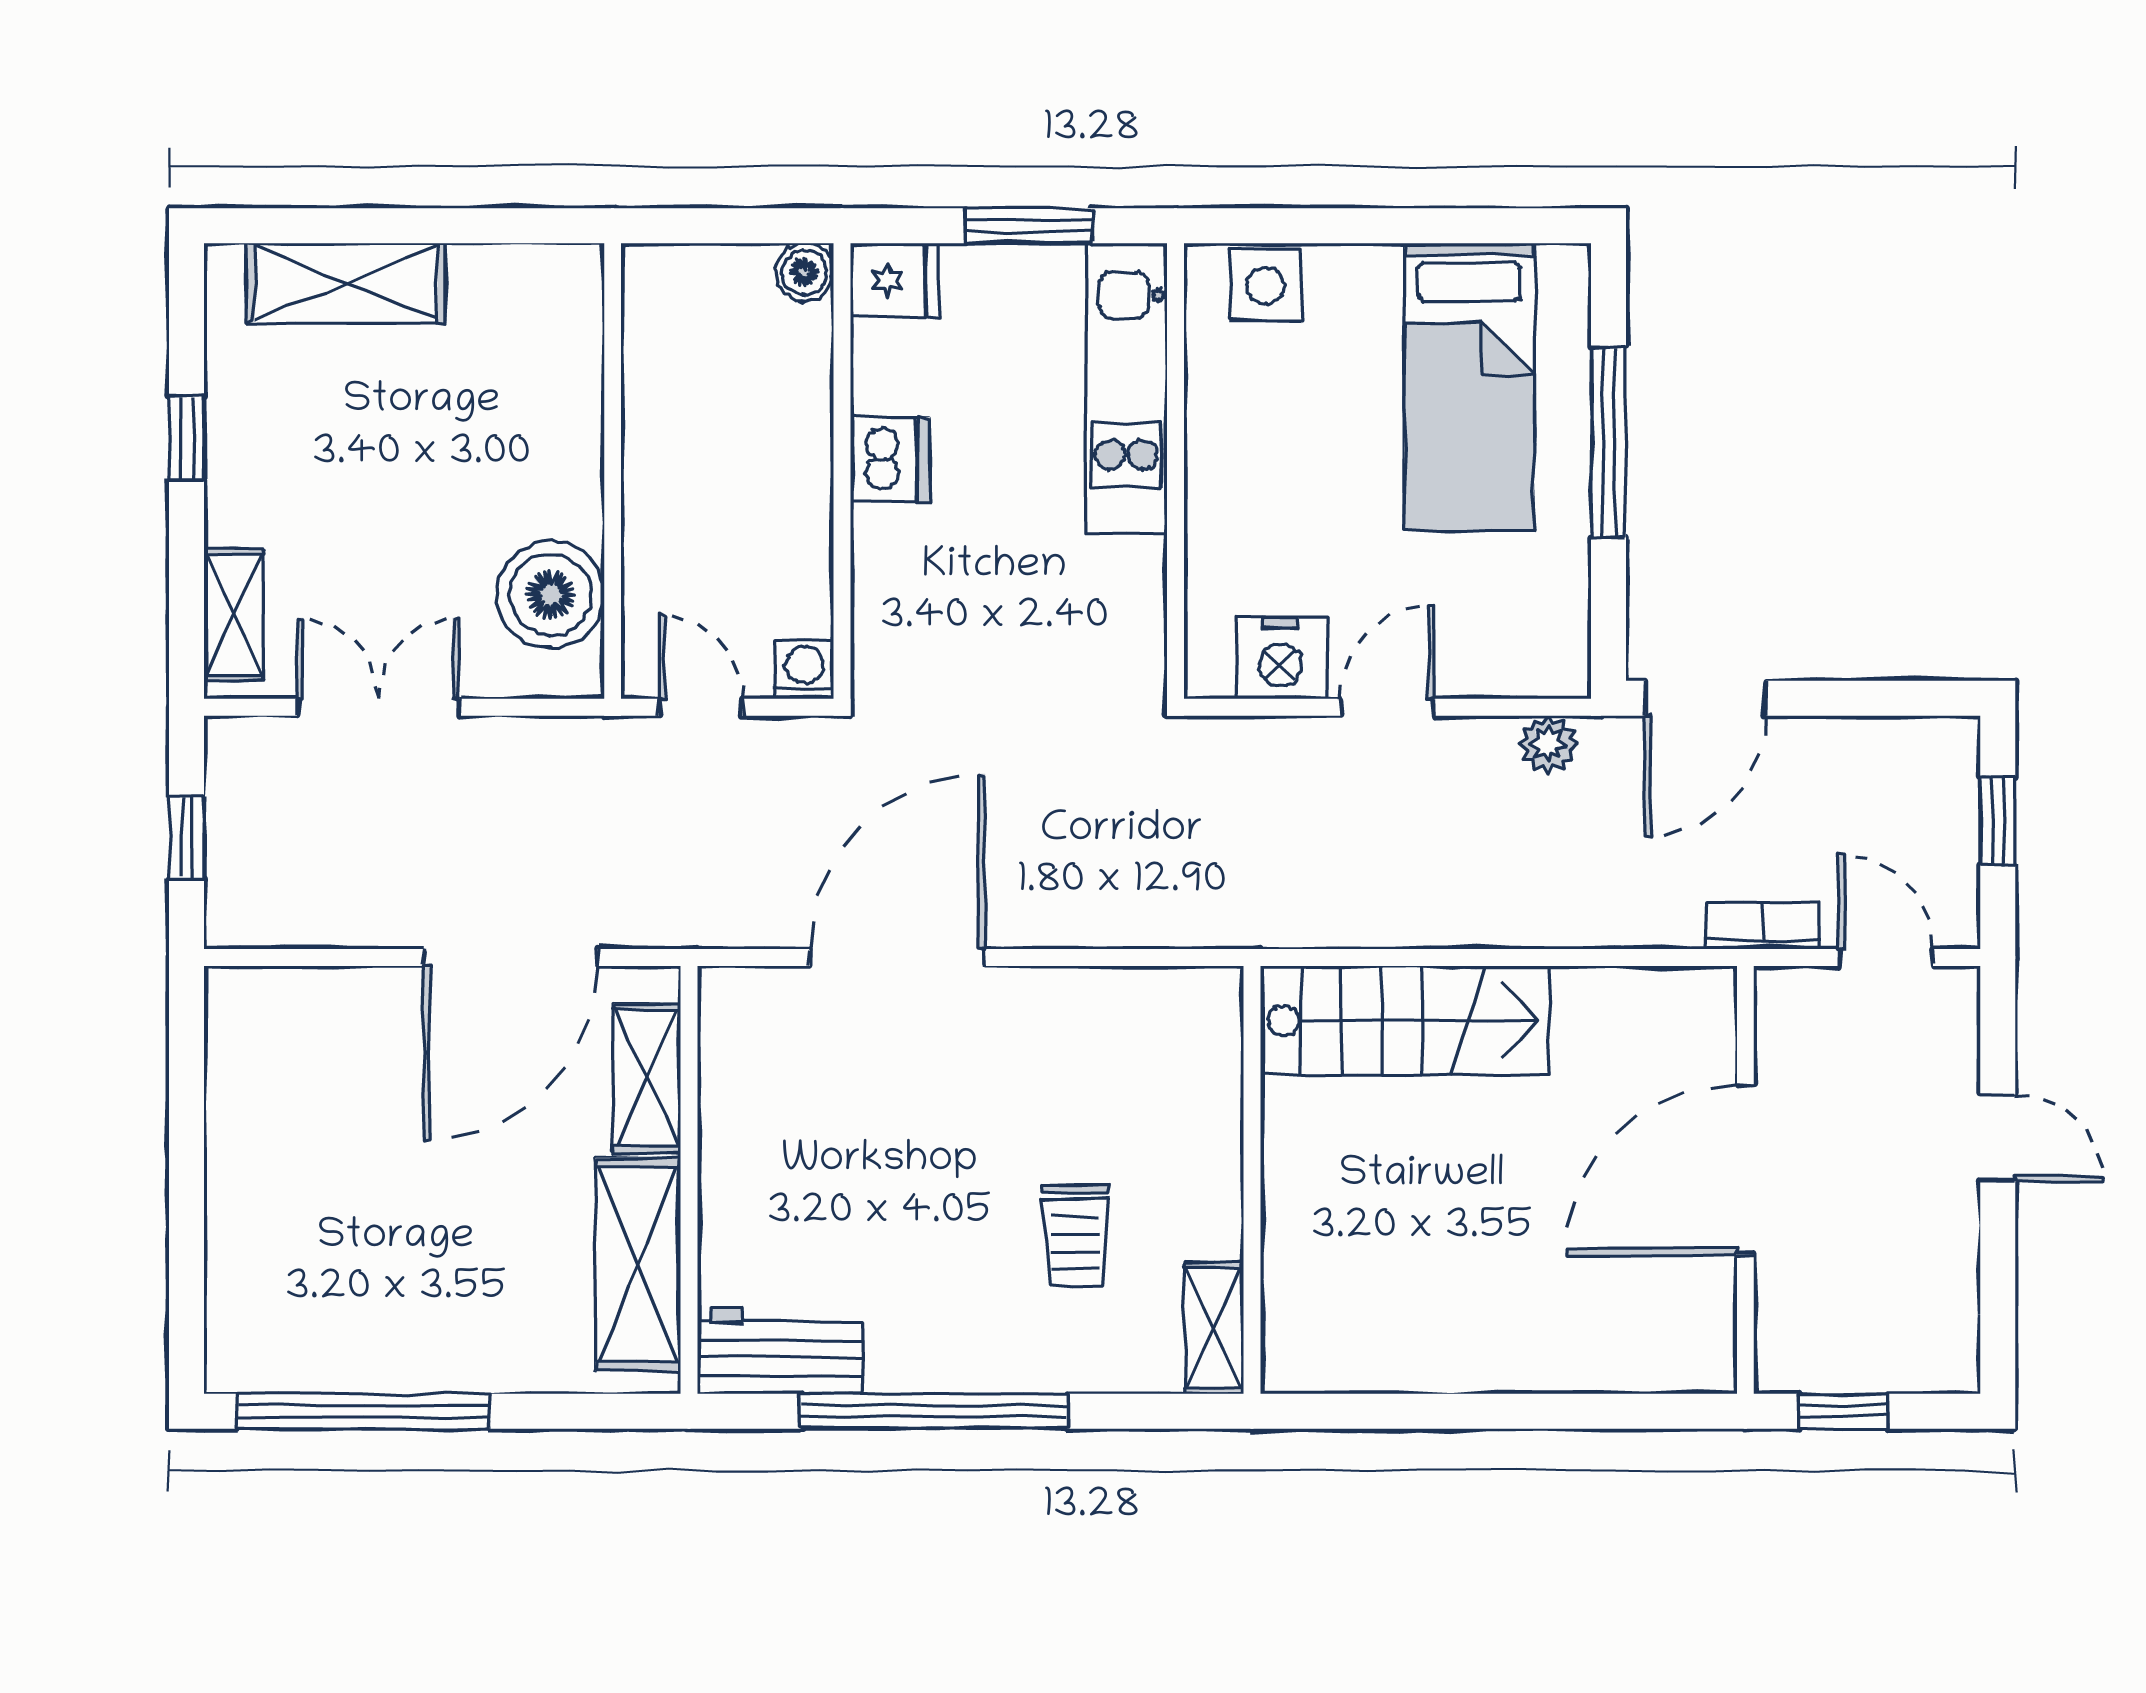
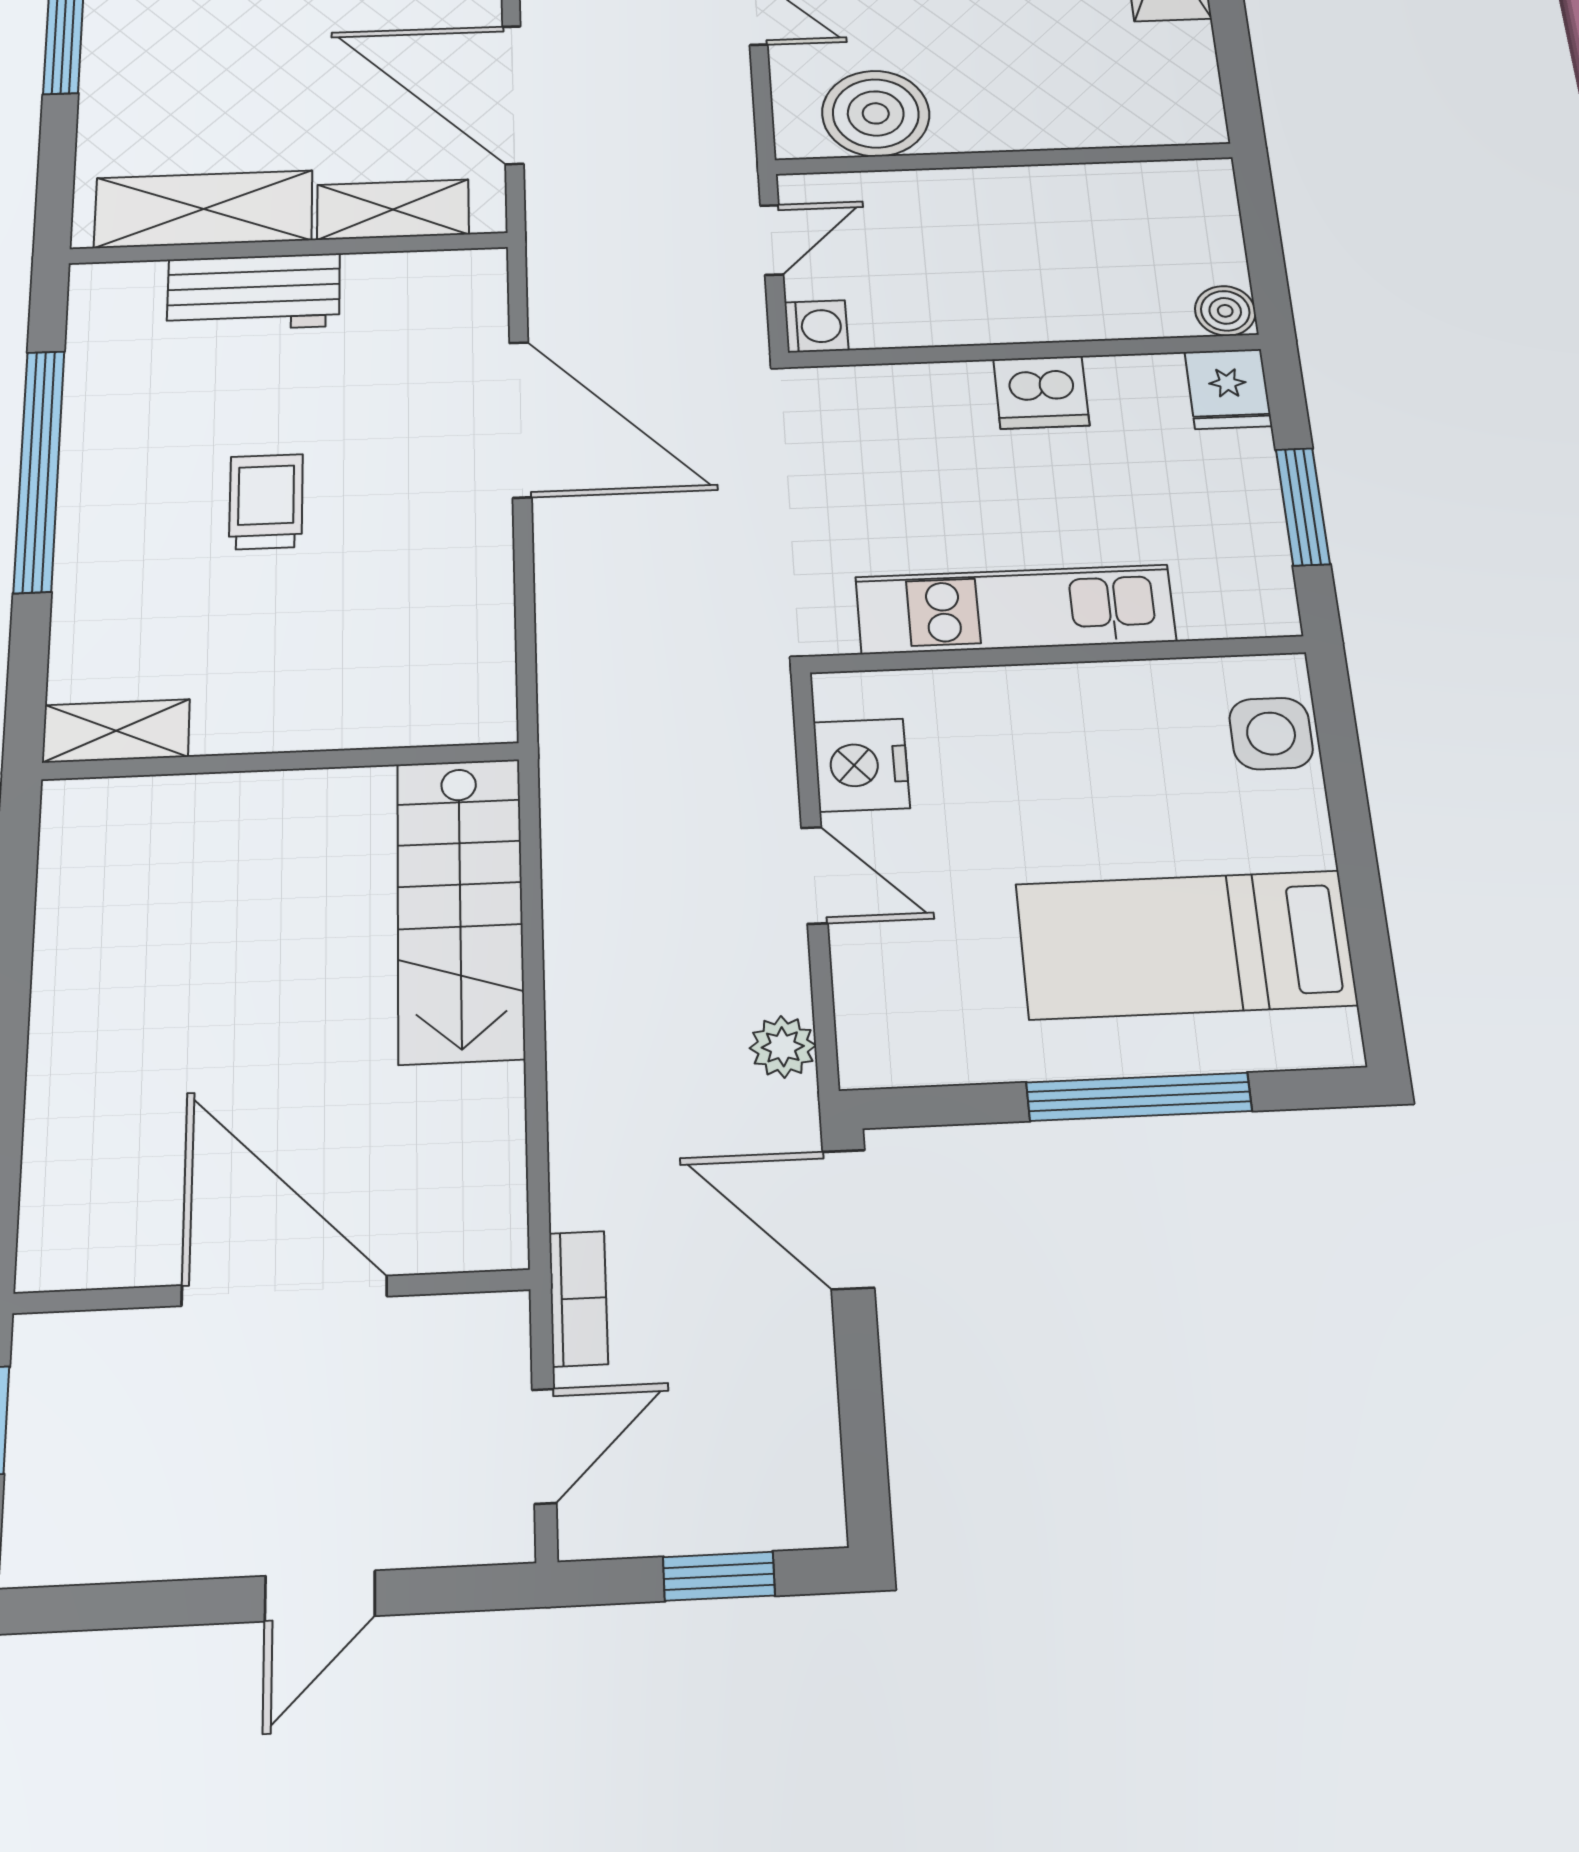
kitchen unit: (1126, 388) -> (1015, 609), moved
trolley: (1075, 1236) -> (266, 502), moved, turned 90
workbench: (780, 1351) -> (254, 293), moved, turned 90

